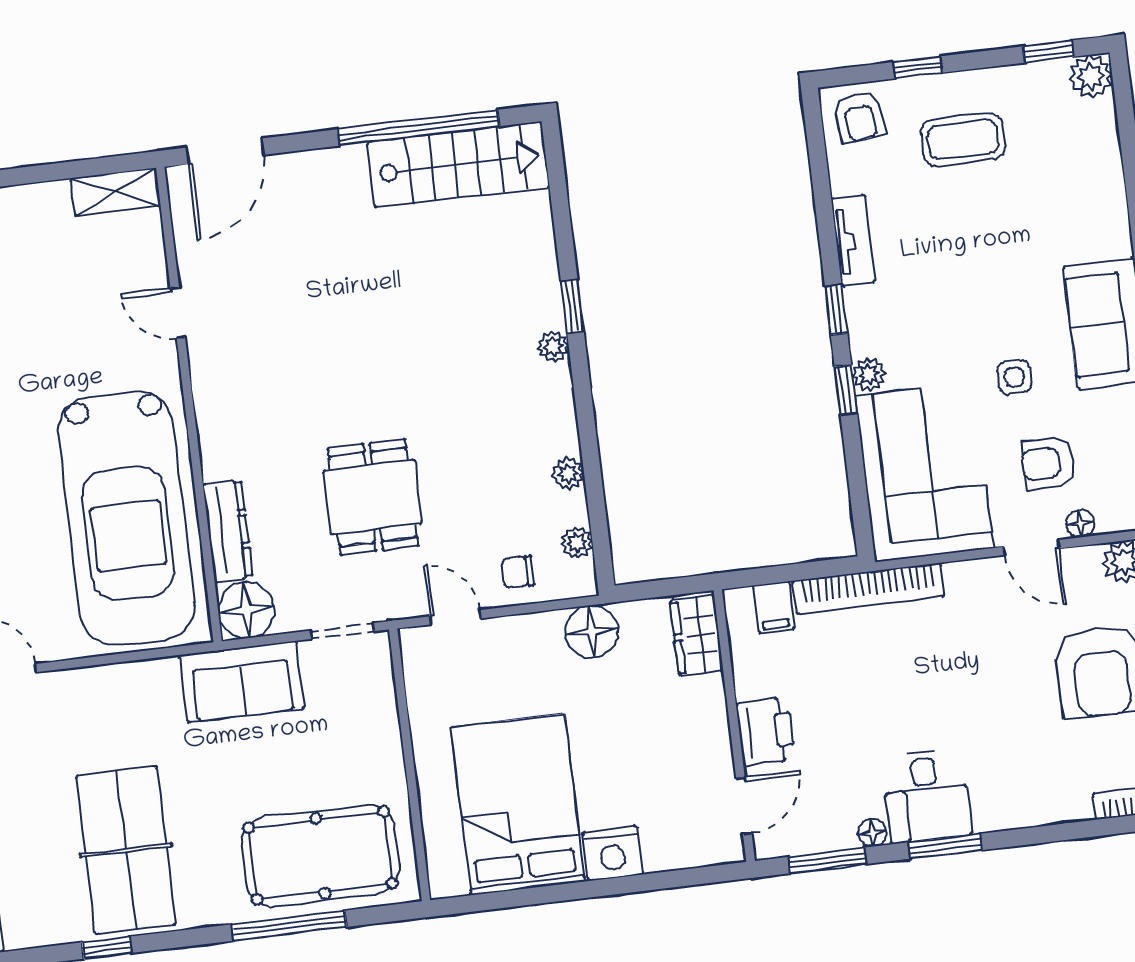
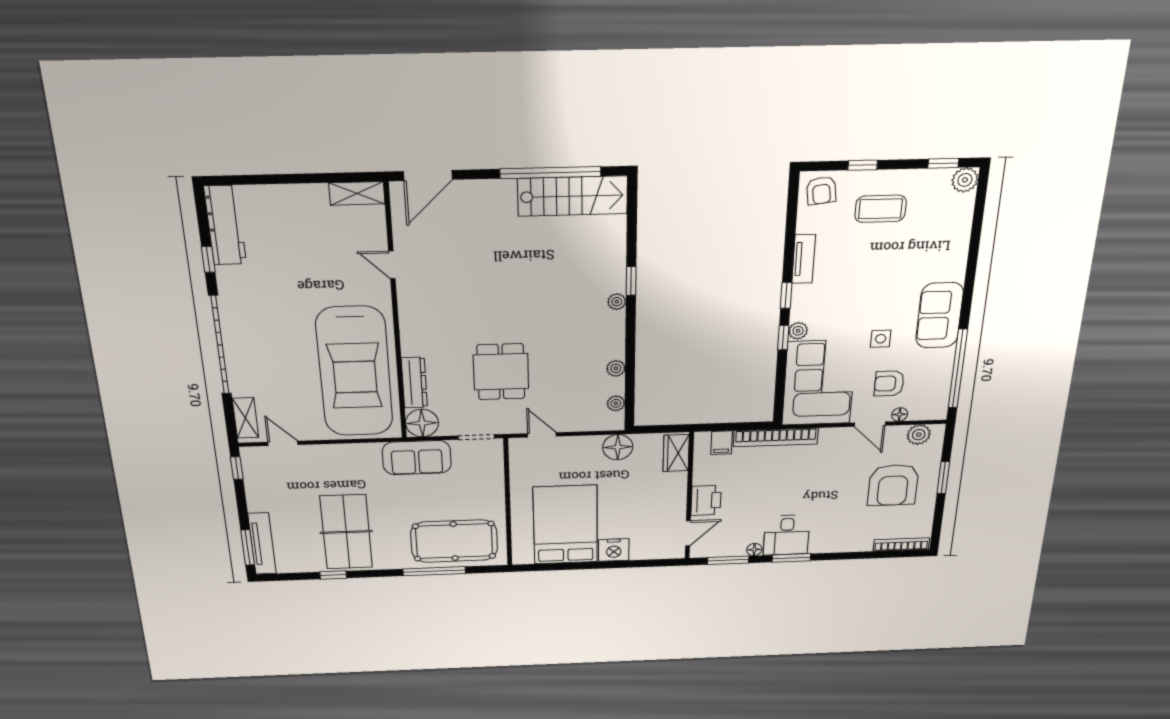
chair: (518, 572) -> (580, 415), removed

